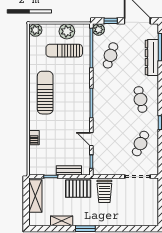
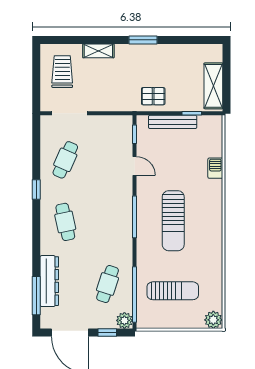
plant: (67, 31) -> (169, 318), removed
sun lounger: (45, 93) -> (173, 221), moved
bench: (69, 170) -> (173, 122), width x1.36
pallet: (78, 189) -> (153, 96), width x0.67, depth x0.71
trolley: (104, 191) -> (62, 72), moved
shelving: (62, 221) -> (98, 51), moved

